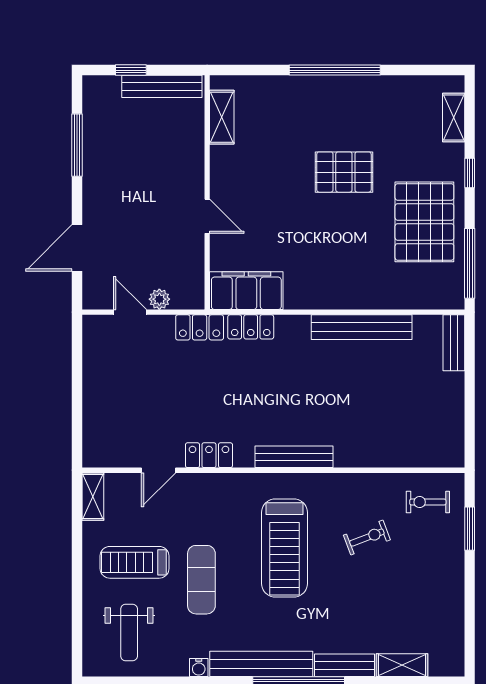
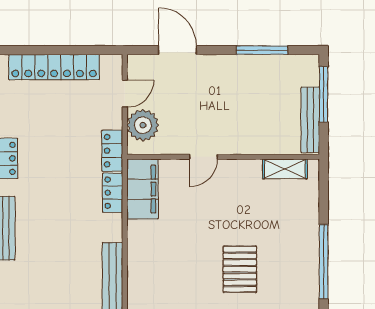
window: (131, 70) -> (324, 94), width x2.17
plant: (159, 299) -> (143, 125), width x1.87, depth x1.87
locker: (98, 398) -> (54, 67), added

